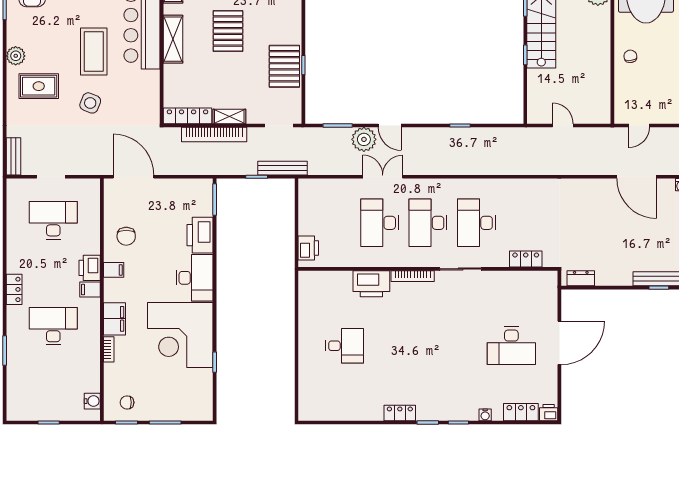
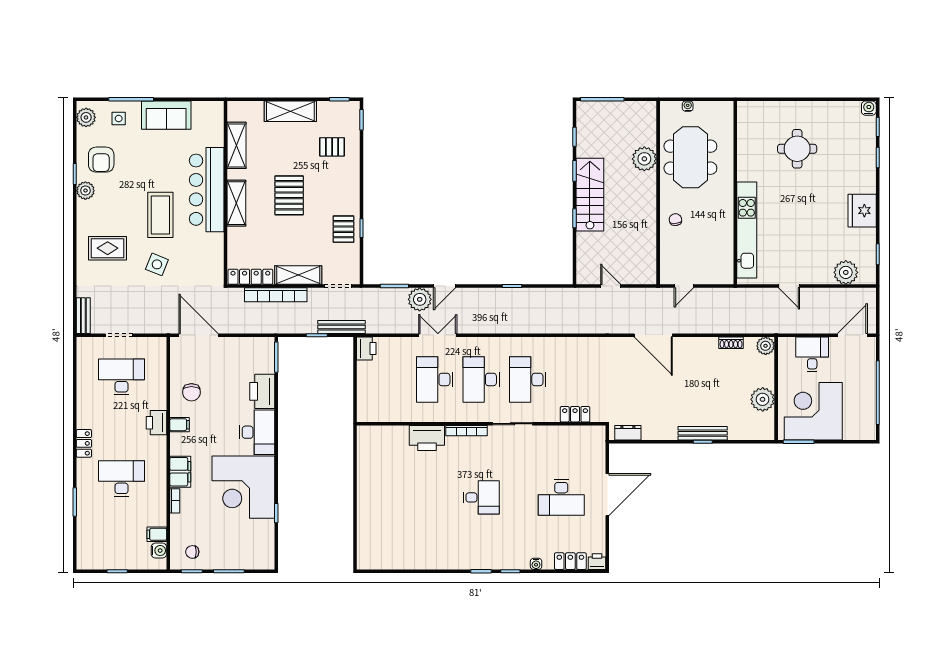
plant: (16, 56) -> (85, 191), moved
pallet: (284, 66) -> (343, 229), width x0.67, depth x0.71
shelving: (229, 117) -> (298, 275), width x1.50, depth x1.33
door: (390, 126) -> (444, 286), hinge flipped
door: (637, 177) -> (653, 335), moved
printer: (308, 248) -> (366, 349), moved
filing cabinet: (90, 290) -> (157, 534), moved
desk: (345, 346) -> (481, 497), moved
locker: (400, 413) -> (454, 562), removed

